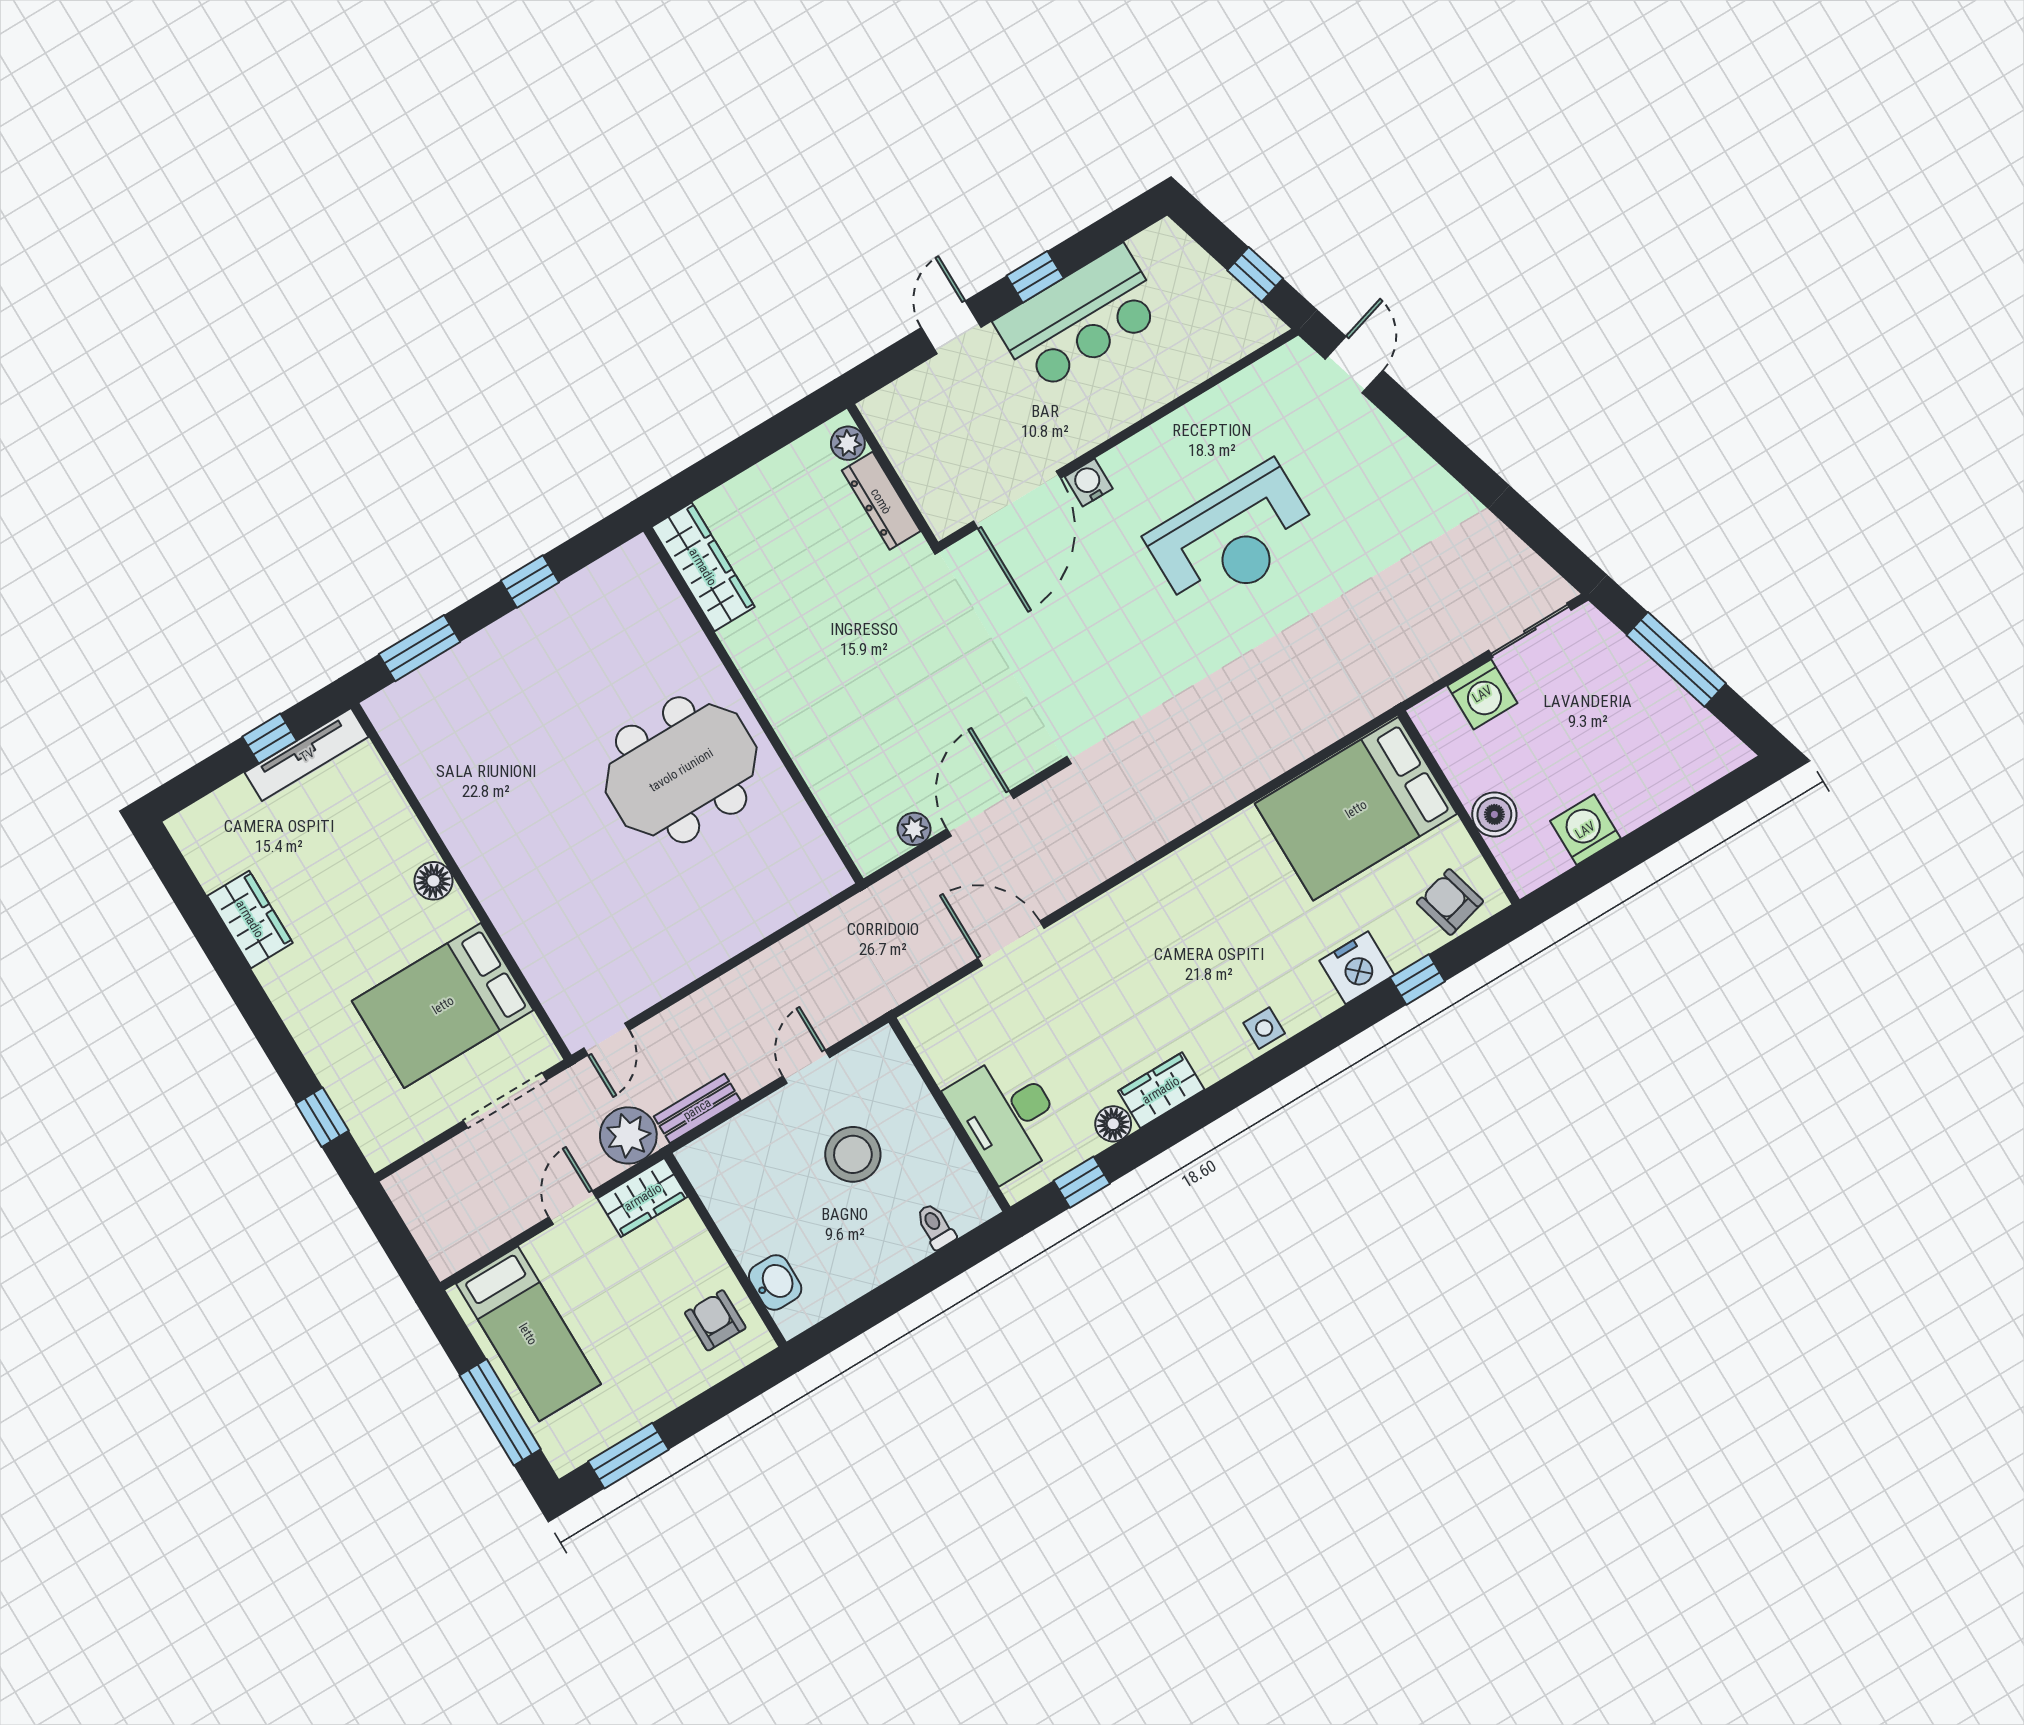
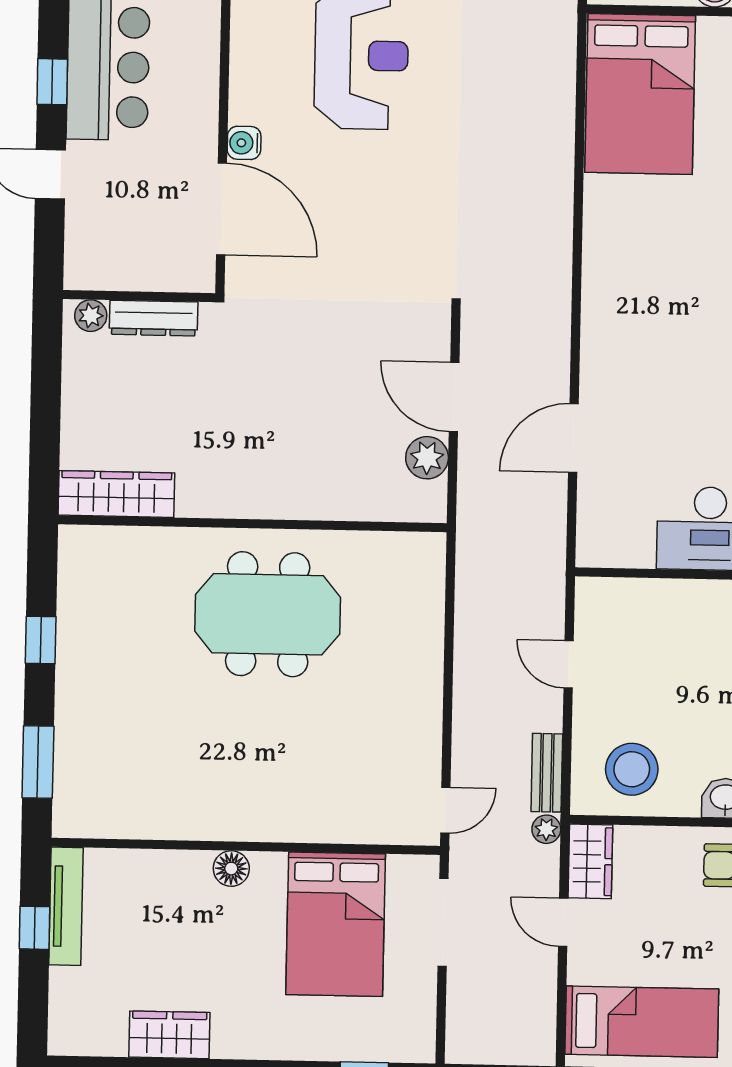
meeting table: (681, 770) -> (268, 614), turned 90
plant: (914, 829) -> (427, 458), width x1.38, depth x1.38
door: (606, 1039) -> (445, 810), hinge flipped
plant: (628, 1135) -> (546, 829), width x0.53, depth x0.53
stool: (853, 1154) -> (632, 769), moved

